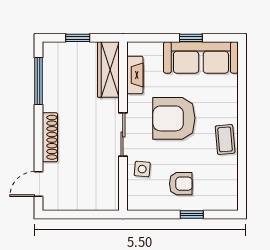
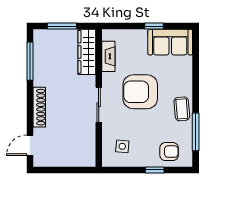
window: (78, 38) -> (62, 26), width x1.50
sofa: (201, 58) -> (170, 42), width x0.73
window: (242, 168) -> (196, 132), added
side table: (142, 169) -> (122, 146), moved
armchair: (181, 184) -> (169, 152), moved

